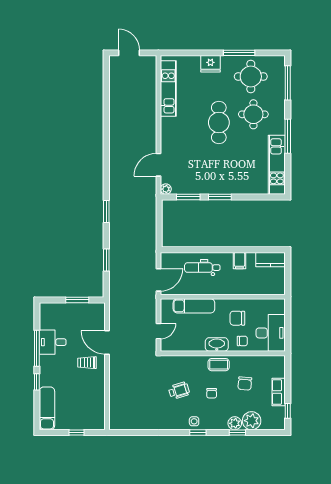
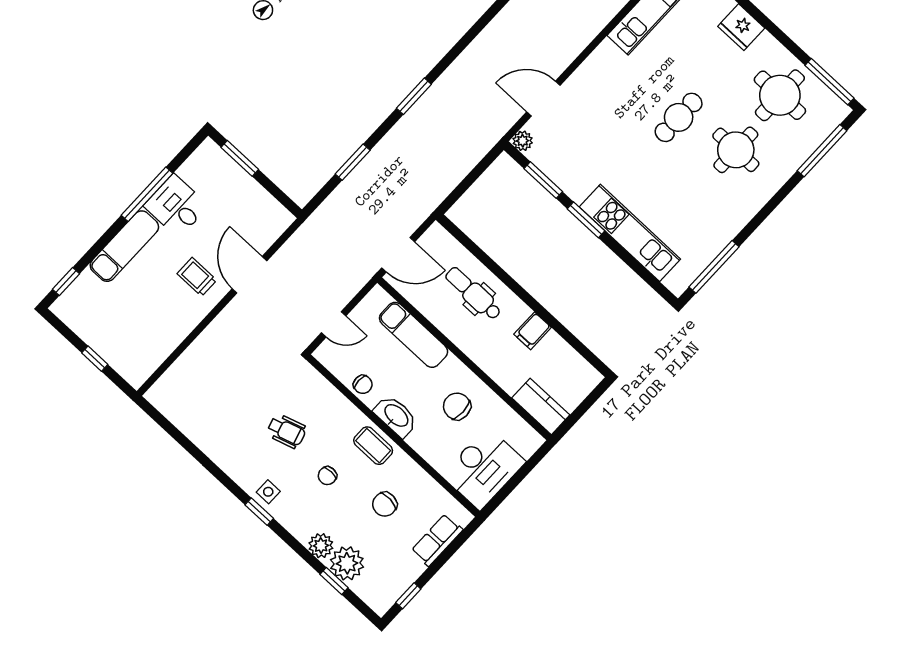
window: (239, 53) -> (830, 82), moved
cafe table: (219, 122) -> (679, 117), width x0.73, depth x0.74
window: (288, 136) -> (714, 267), moved
kitchen unit: (277, 165) -> (630, 233), moved, turned 90
kitchen counter: (271, 260) -> (541, 406), moved, turned 180
window: (77, 300) -> (240, 158), moved
chair: (242, 341) -> (363, 384), moved
window: (37, 382) -> (66, 281), moved
row of seats: (279, 392) -> (437, 540), moved
exam couch: (47, 408) -> (124, 246), moved
window: (237, 432) -> (334, 581), moved

